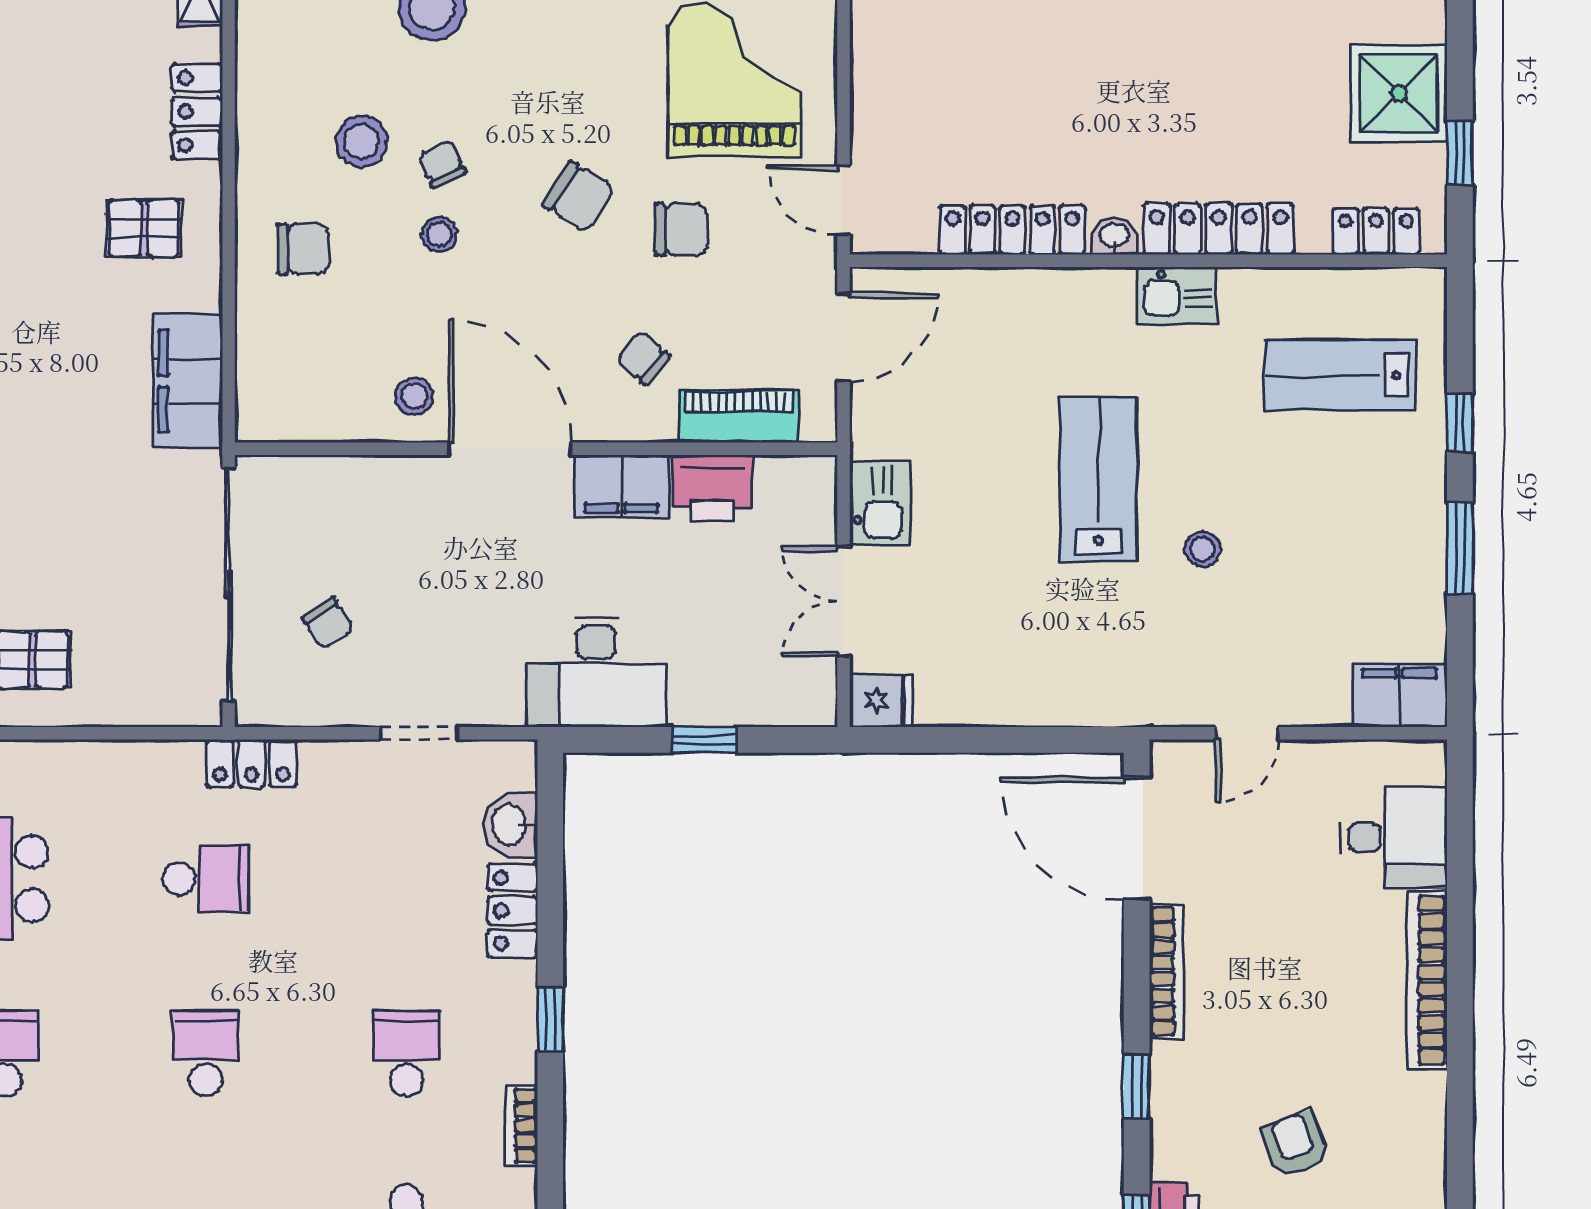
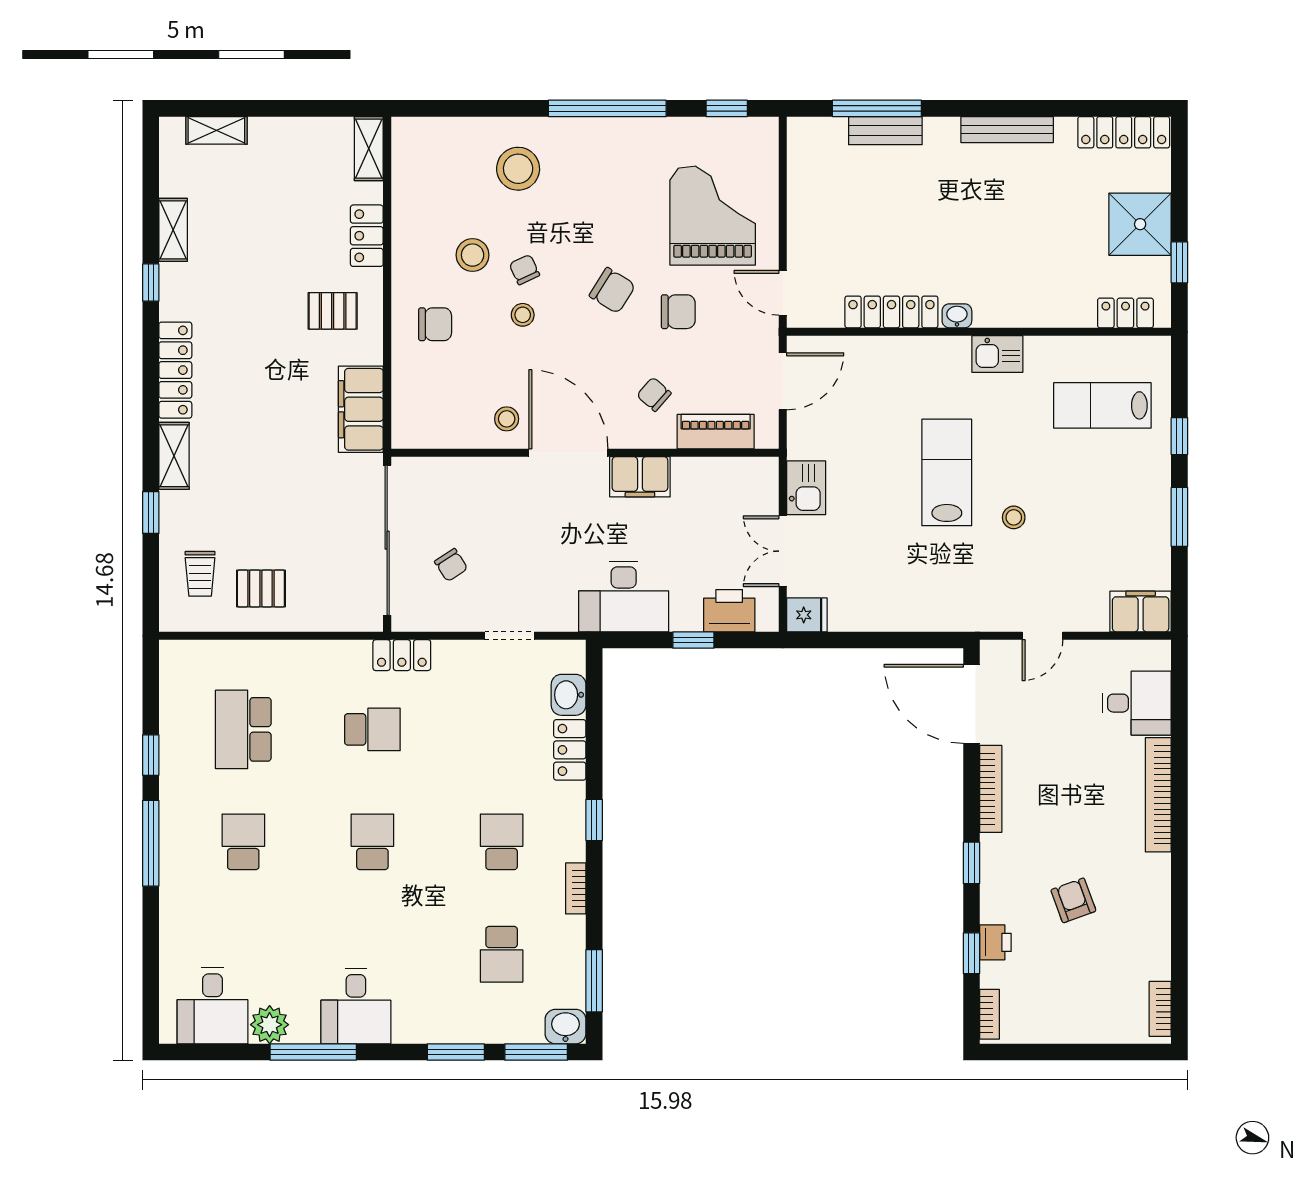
locker: (1219, 229) -> (1024, 311), removed
printer: (712, 488) -> (729, 611), moved, turned 180

